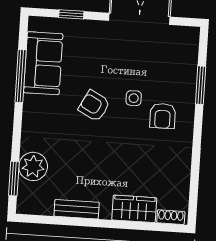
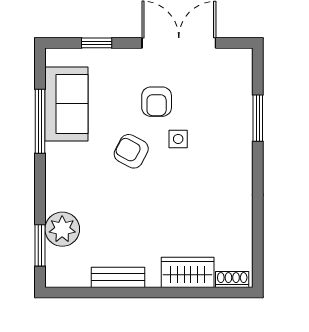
armchair: (163, 116) -> (157, 102), moved

